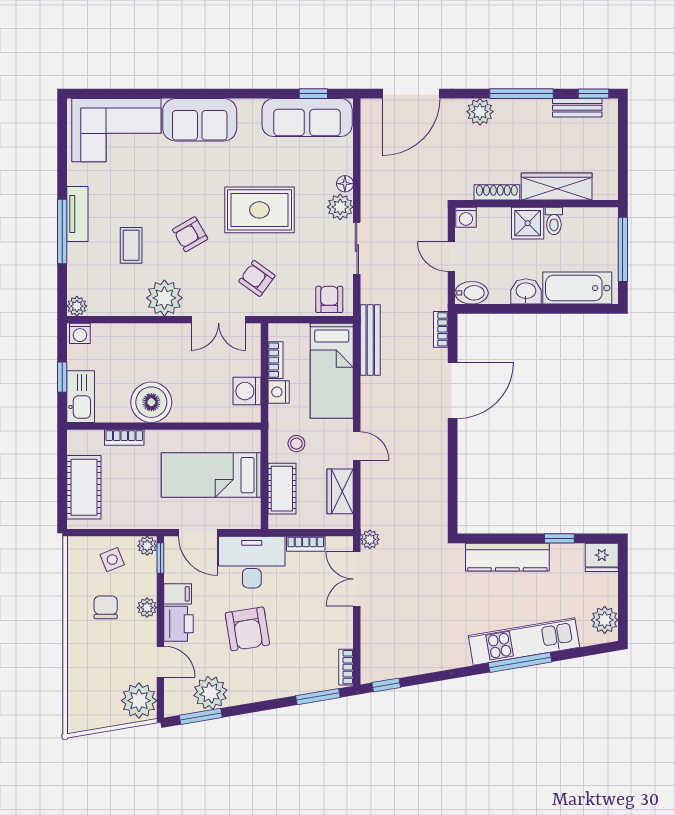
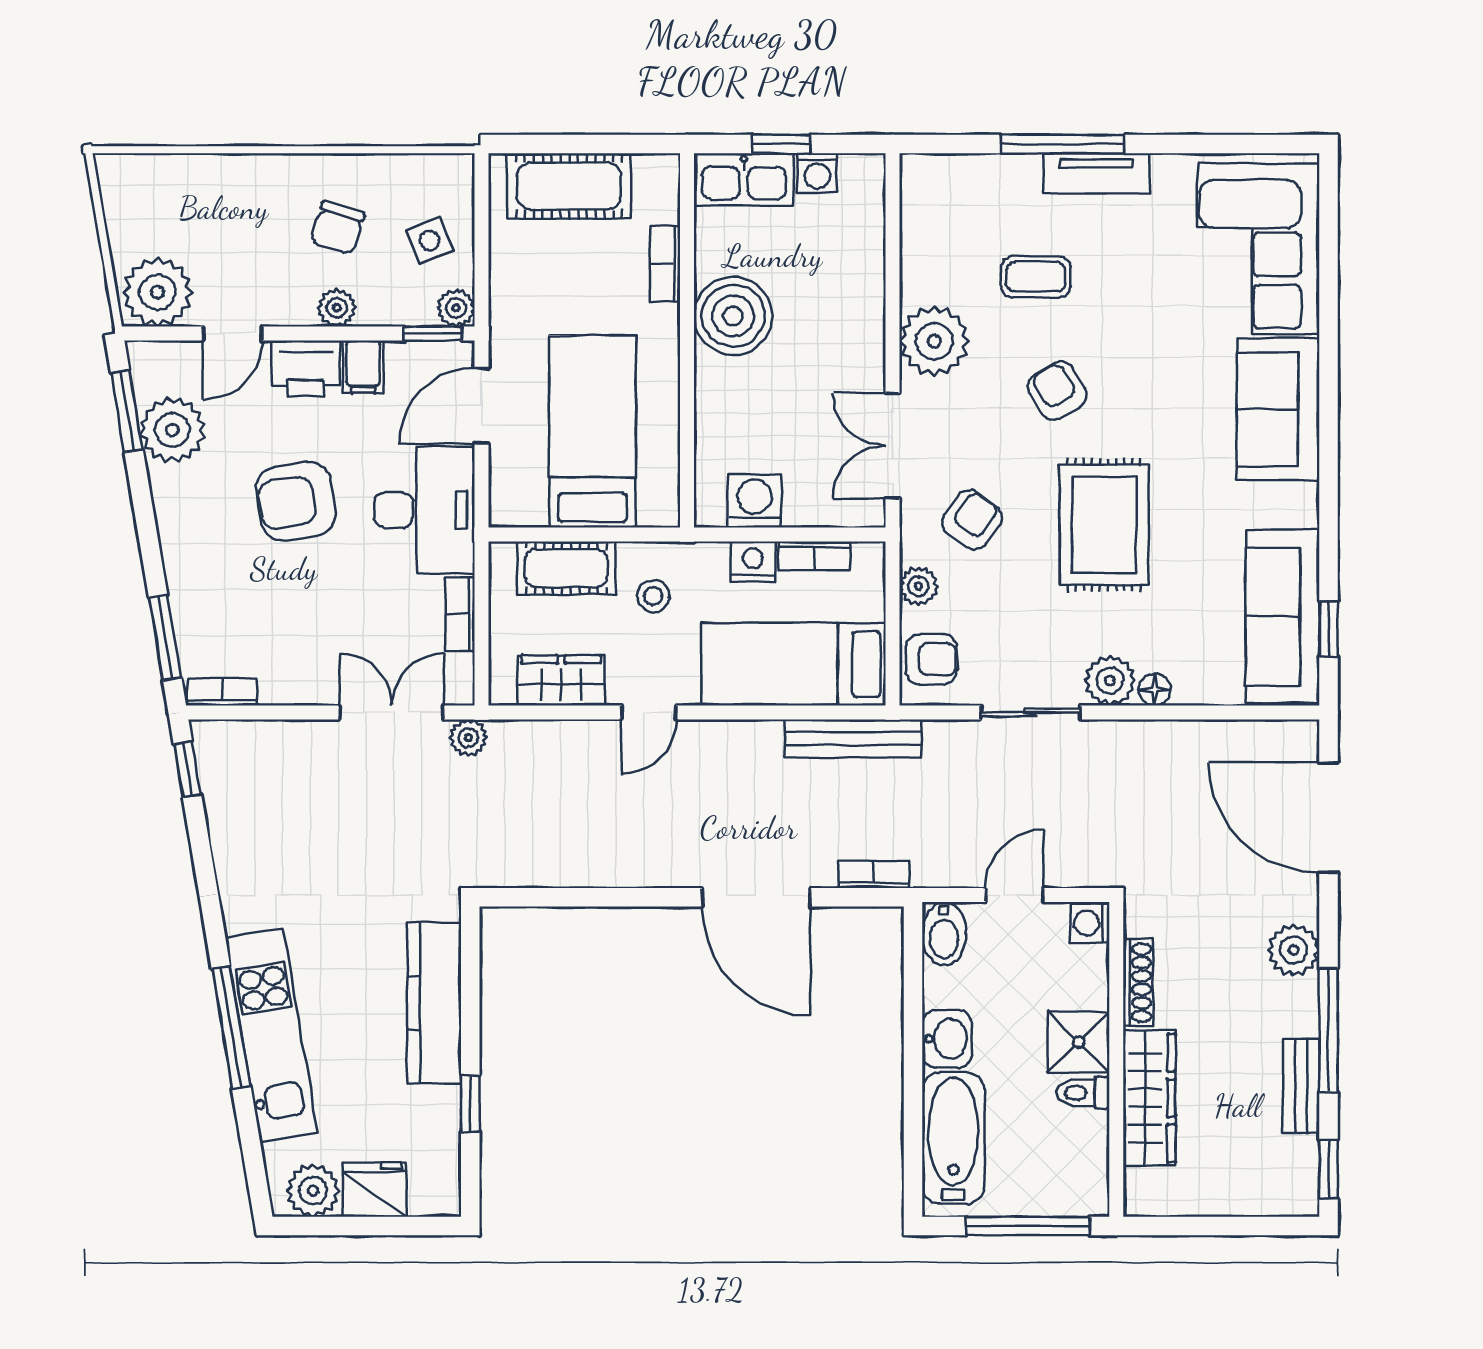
bench: (577, 108) -> (1301, 1086), moved
plant: (77, 306) -> (918, 586), moved
washing machine: (80, 333) -> (817, 173), moved, turned -90
fridge: (602, 557) -> (375, 1190), moved, turned 90
chair: (106, 607) -> (337, 228), turned 107

